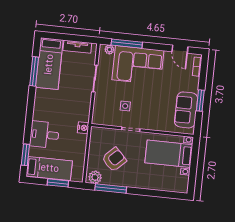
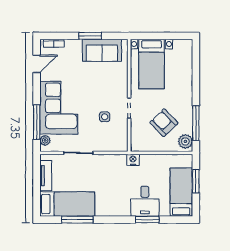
window: (25, 155) -> (147, 220), moved

